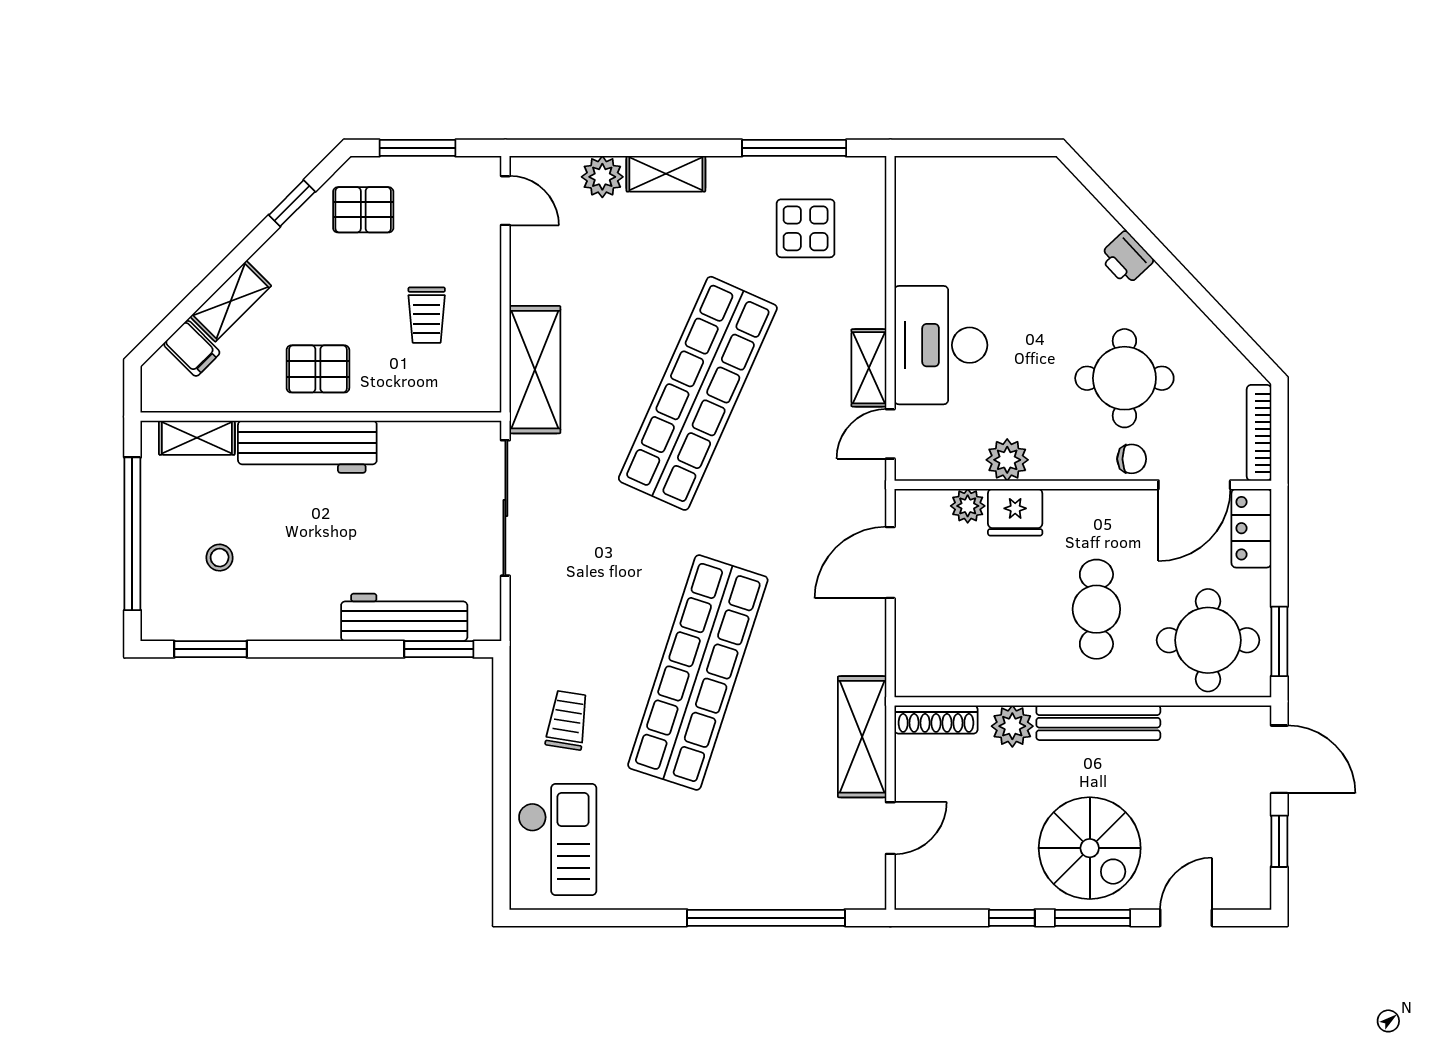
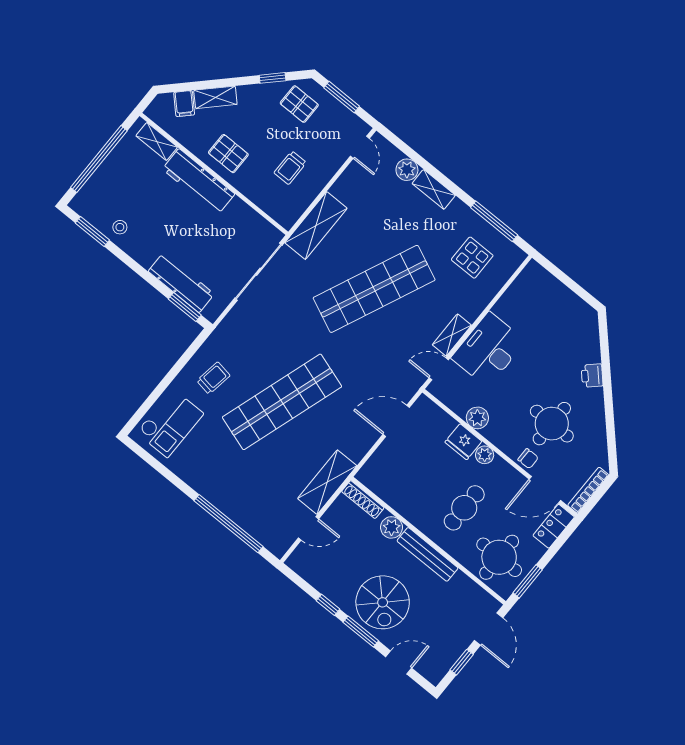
plant: (968, 506) -> (485, 455), moved
stool: (220, 558) -> (120, 227), moved

